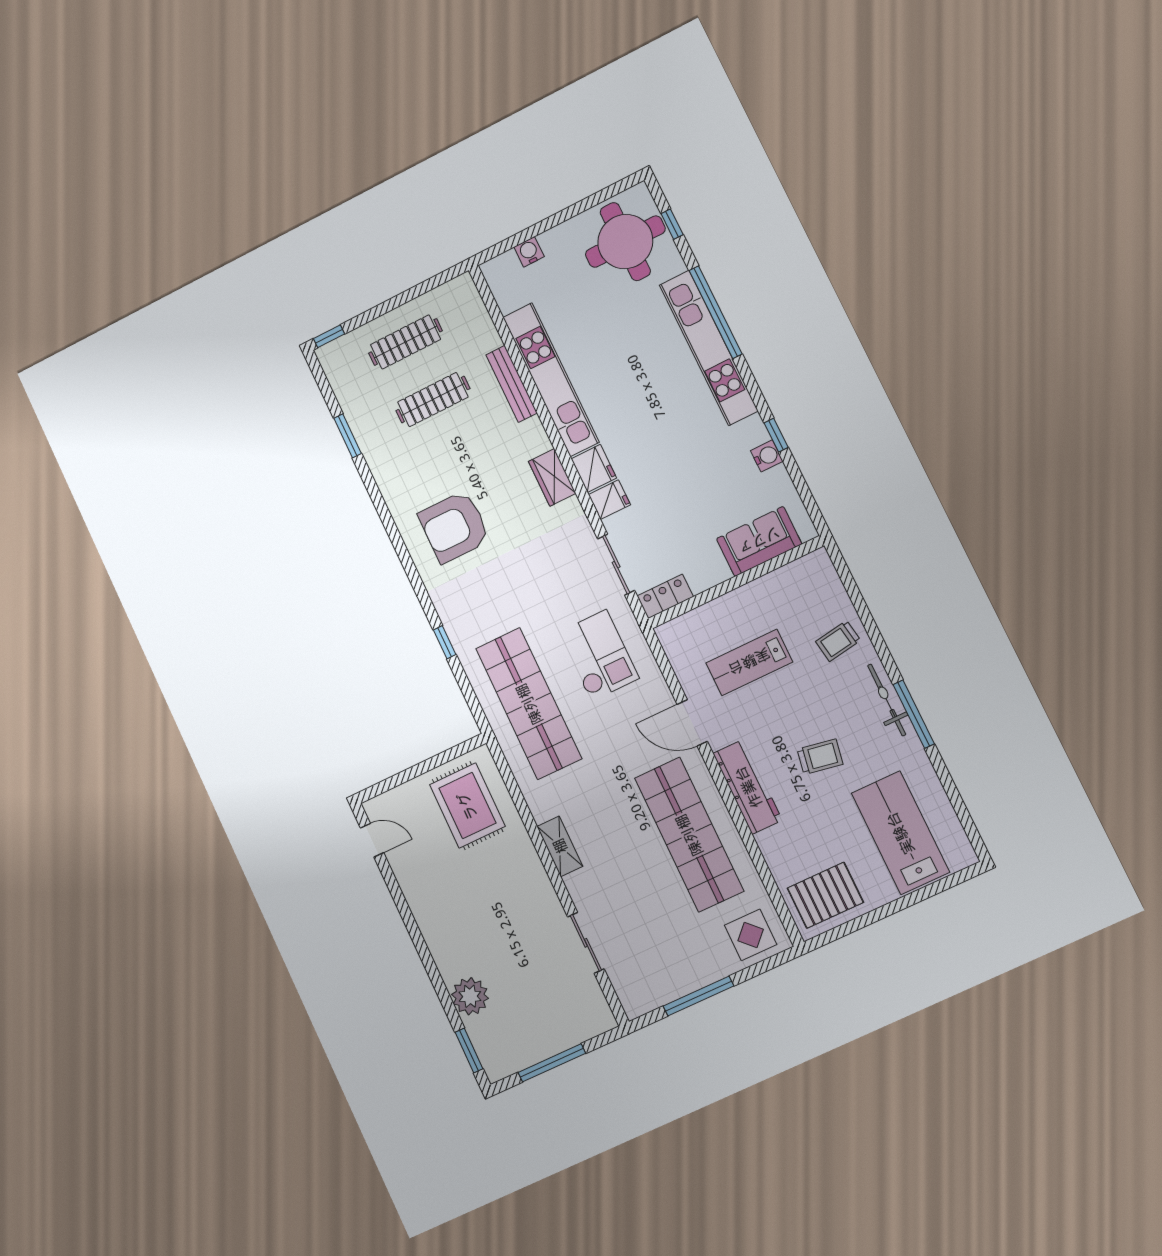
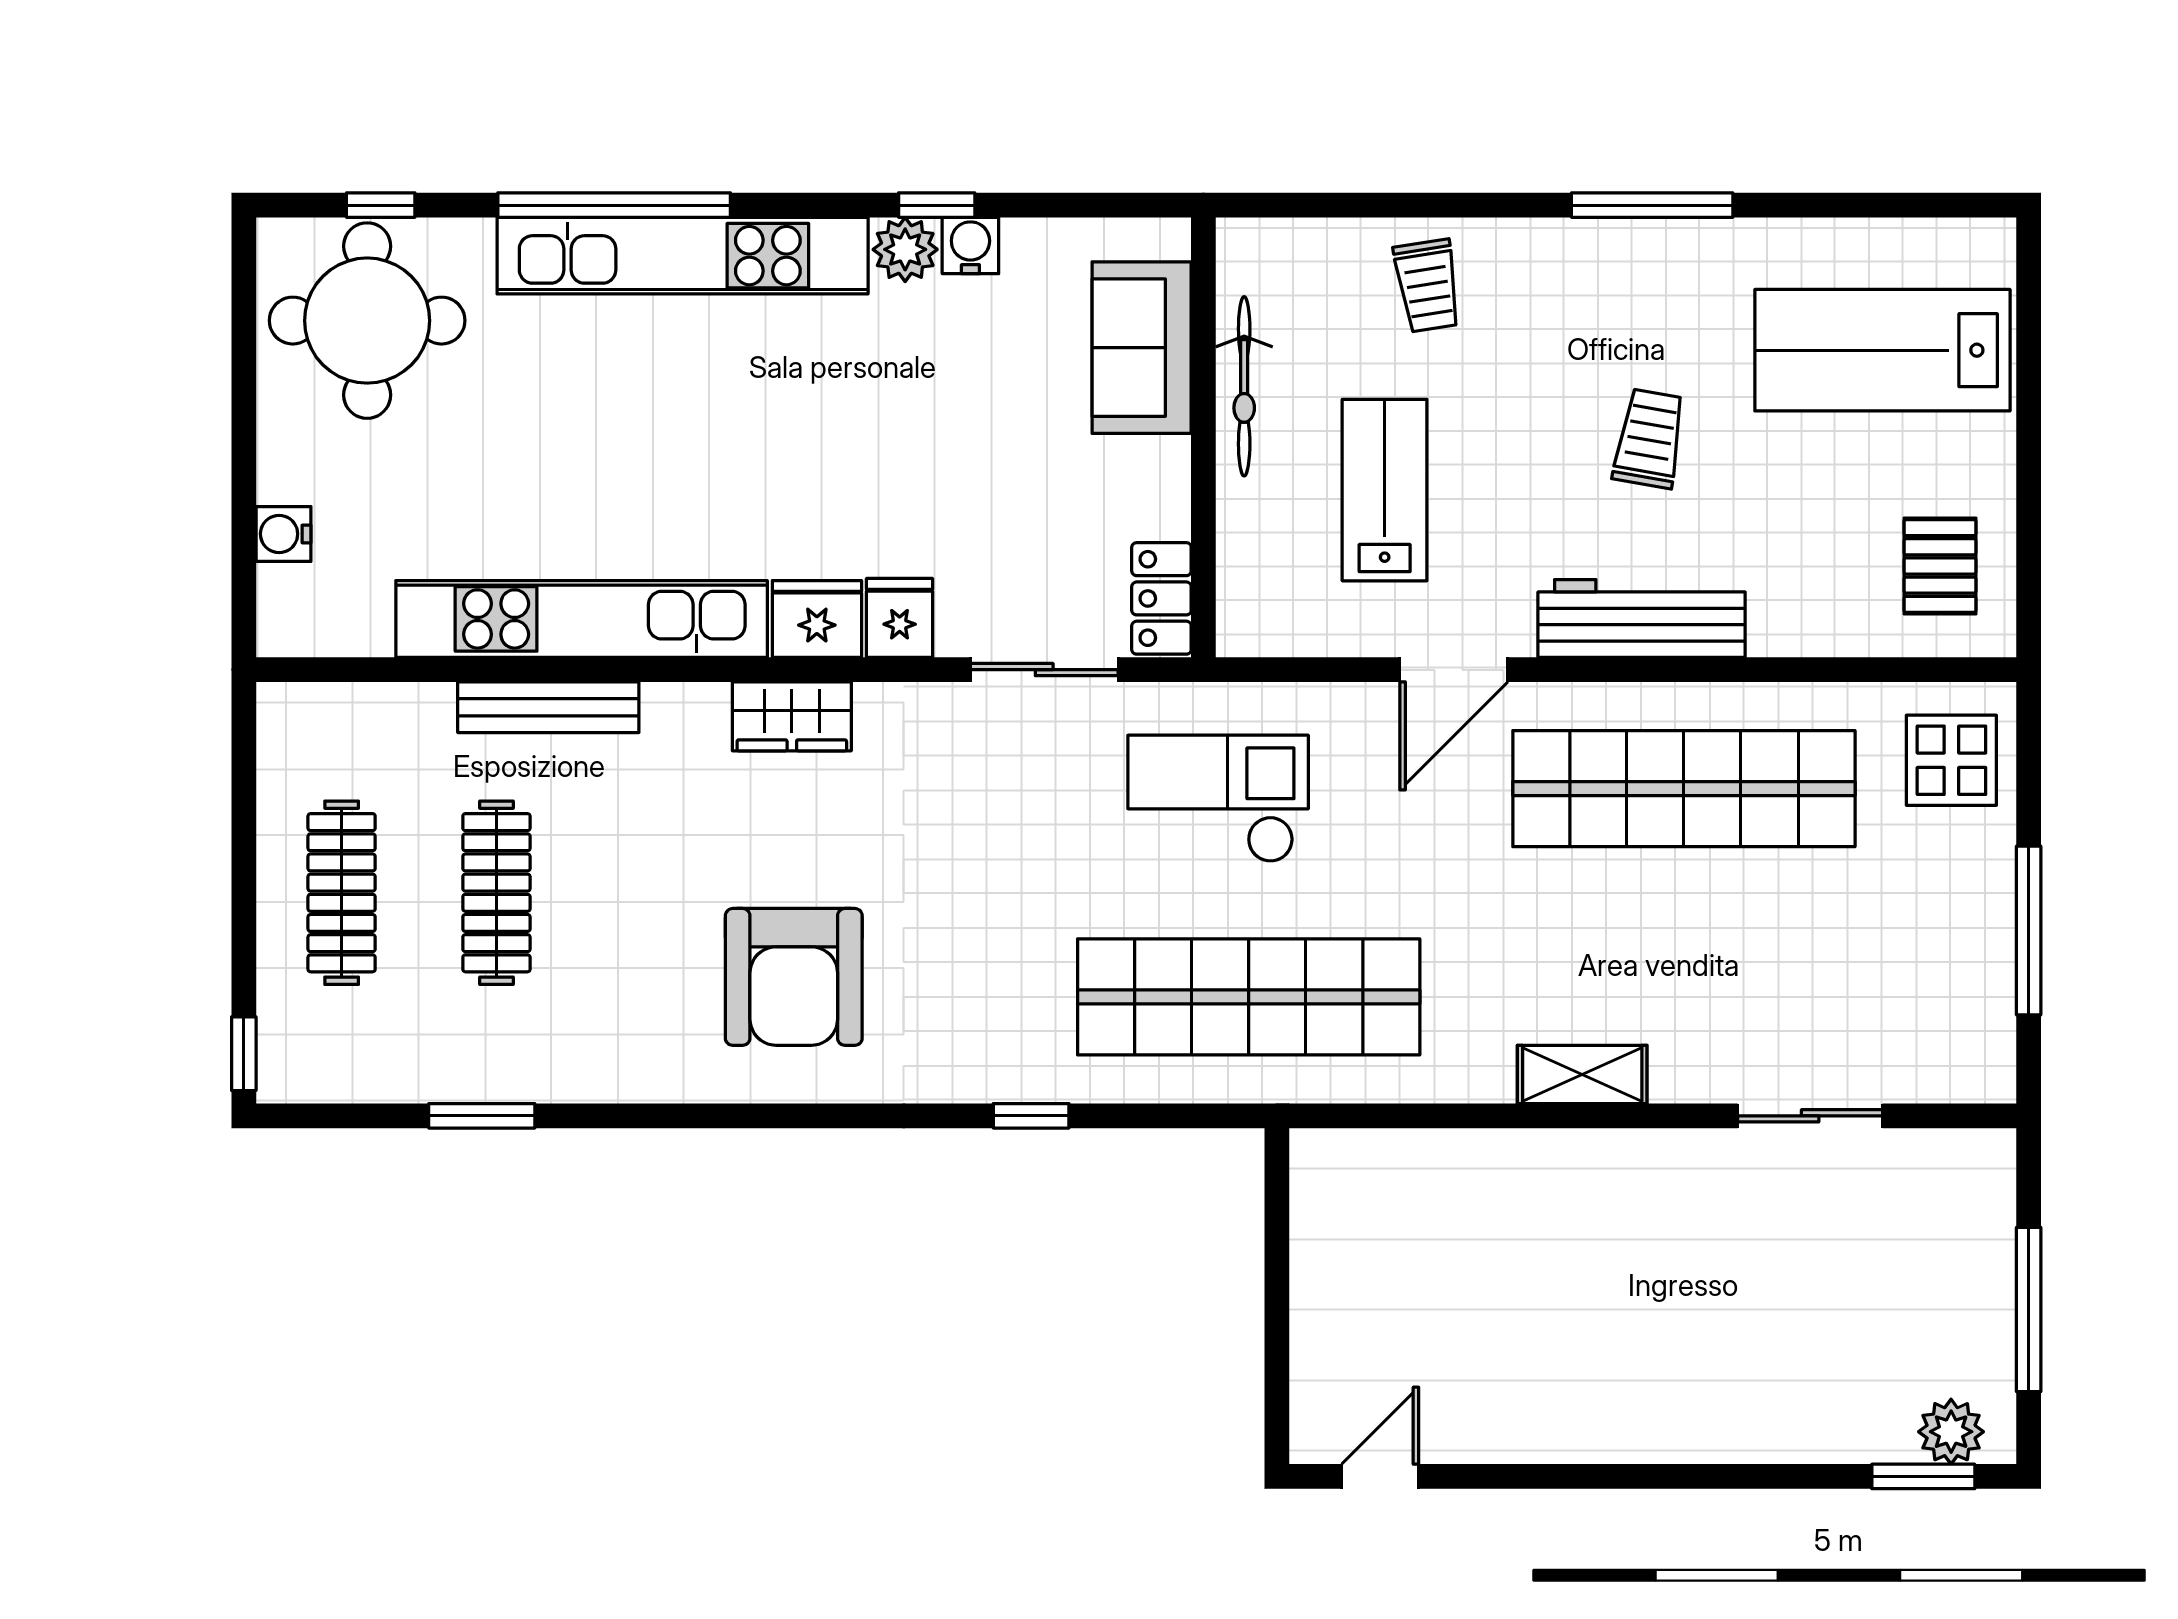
plant: (753, 432) -> (905, 249), added
lab bench: (749, 662) -> (1385, 490), turned 180
bicycle: (887, 700) -> (1244, 386), moved, turned -90
rug: (467, 806) -> (1403, 1233), removed
pallet: (825, 895) -> (1940, 566), width x0.67, depth x0.71
plant: (470, 996) -> (1951, 1432), moved, width x0.73, depth x0.73

